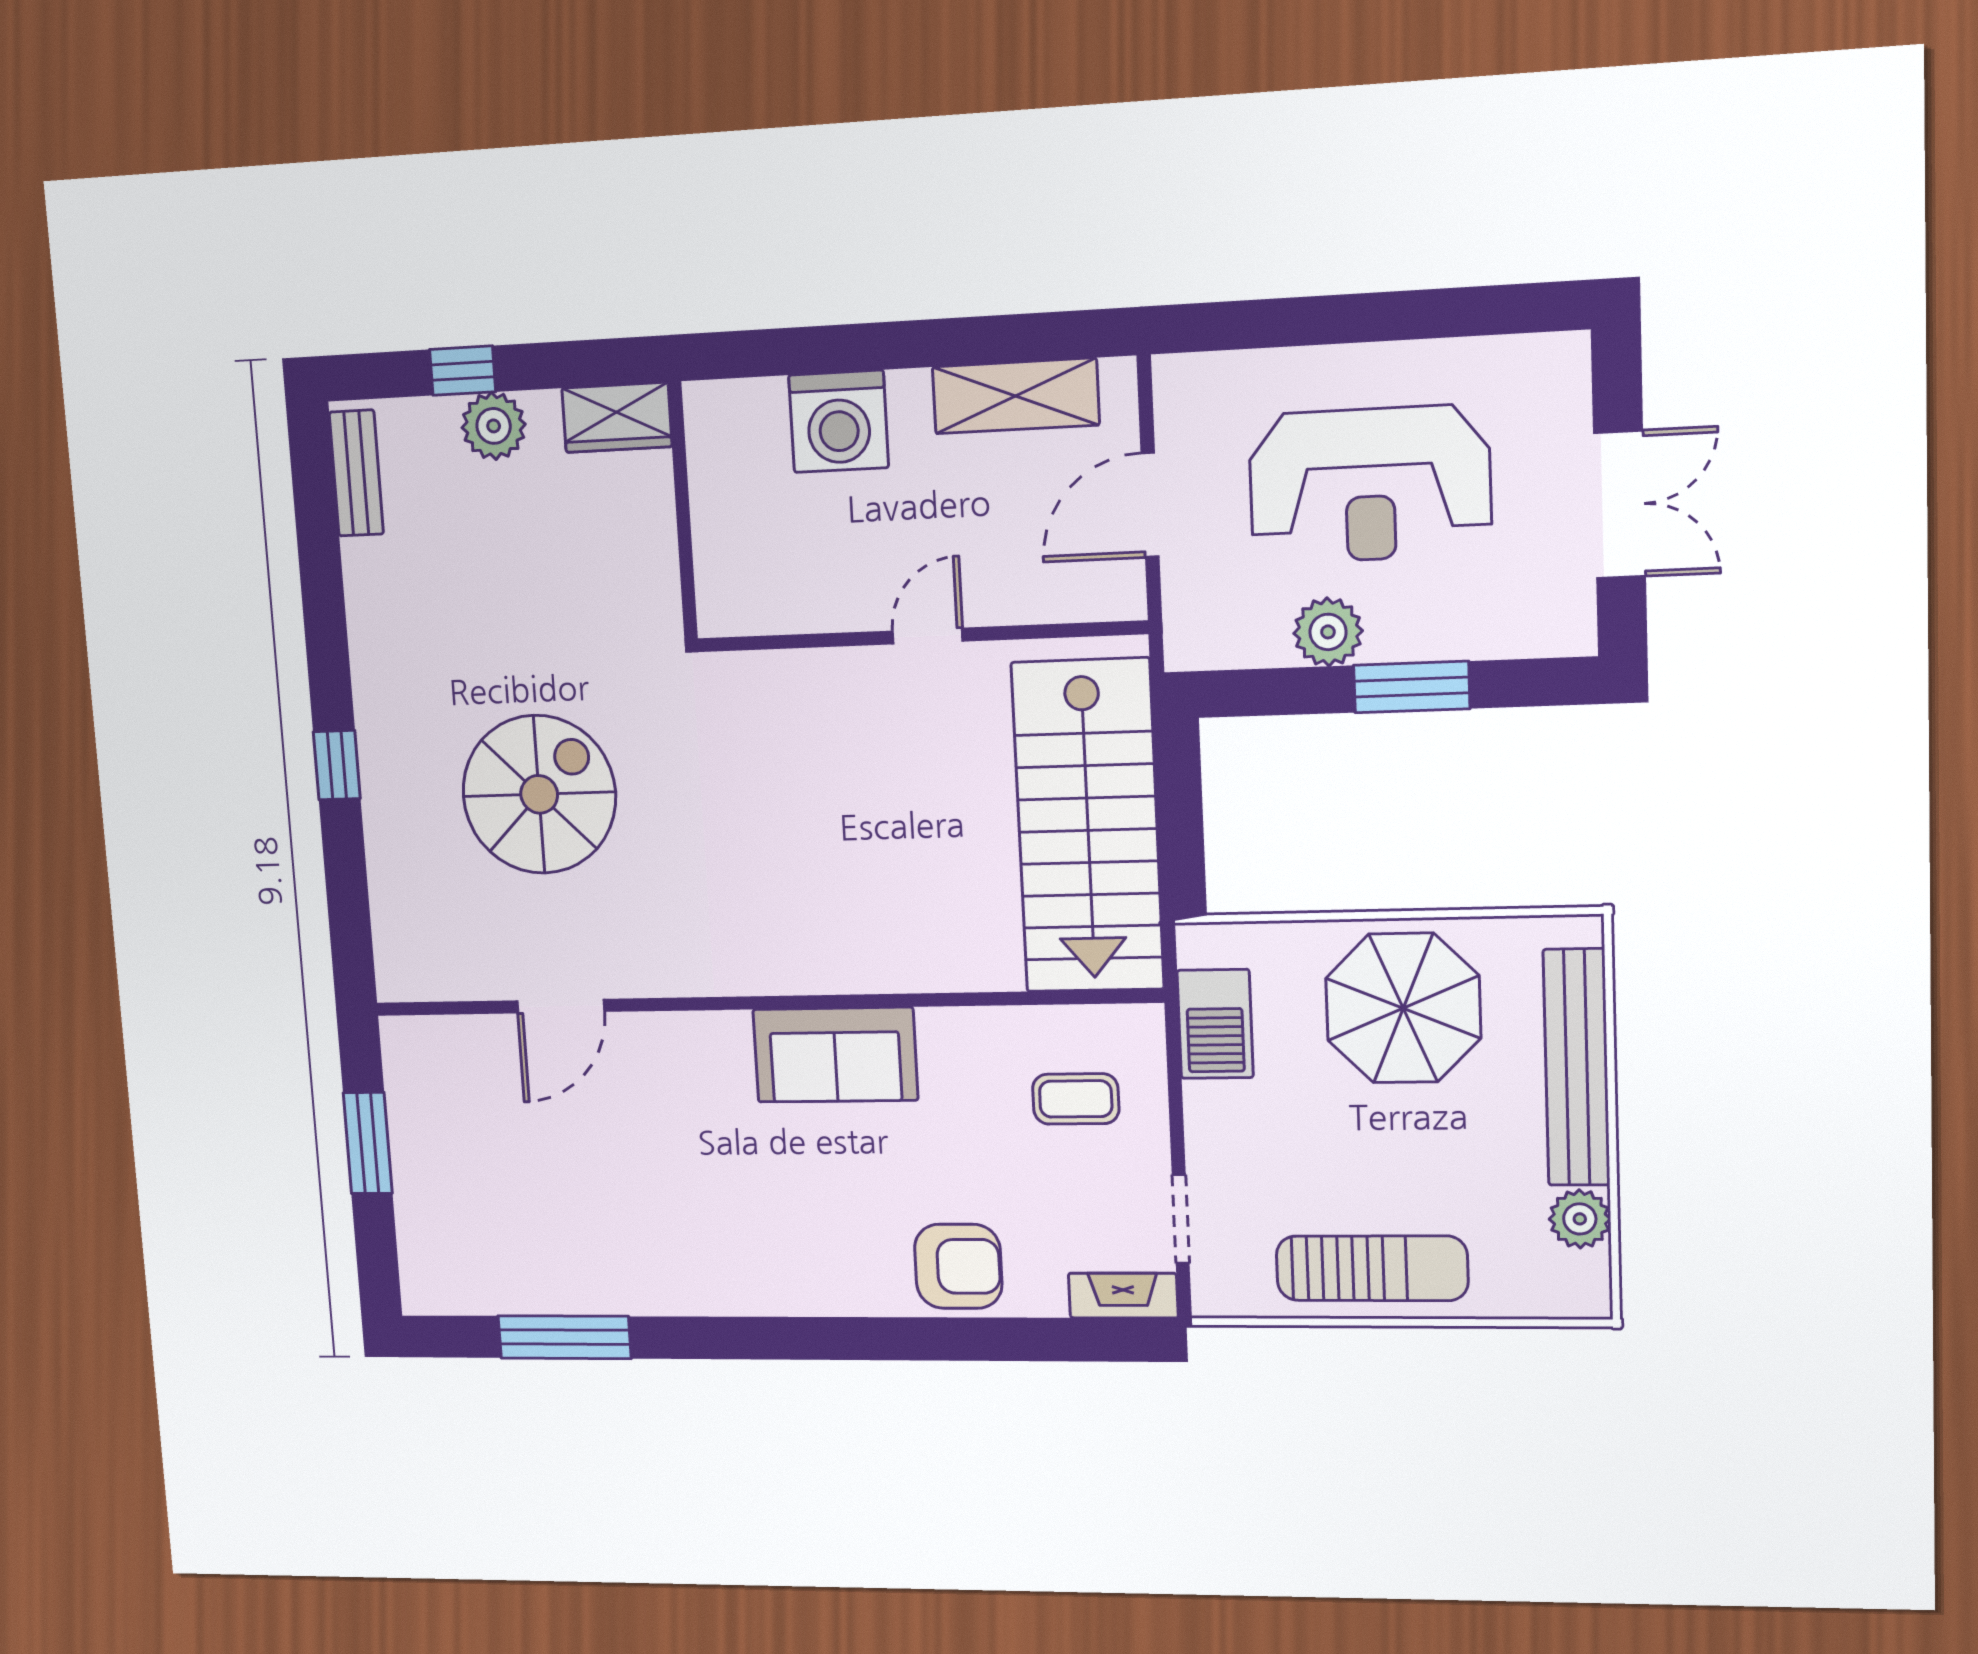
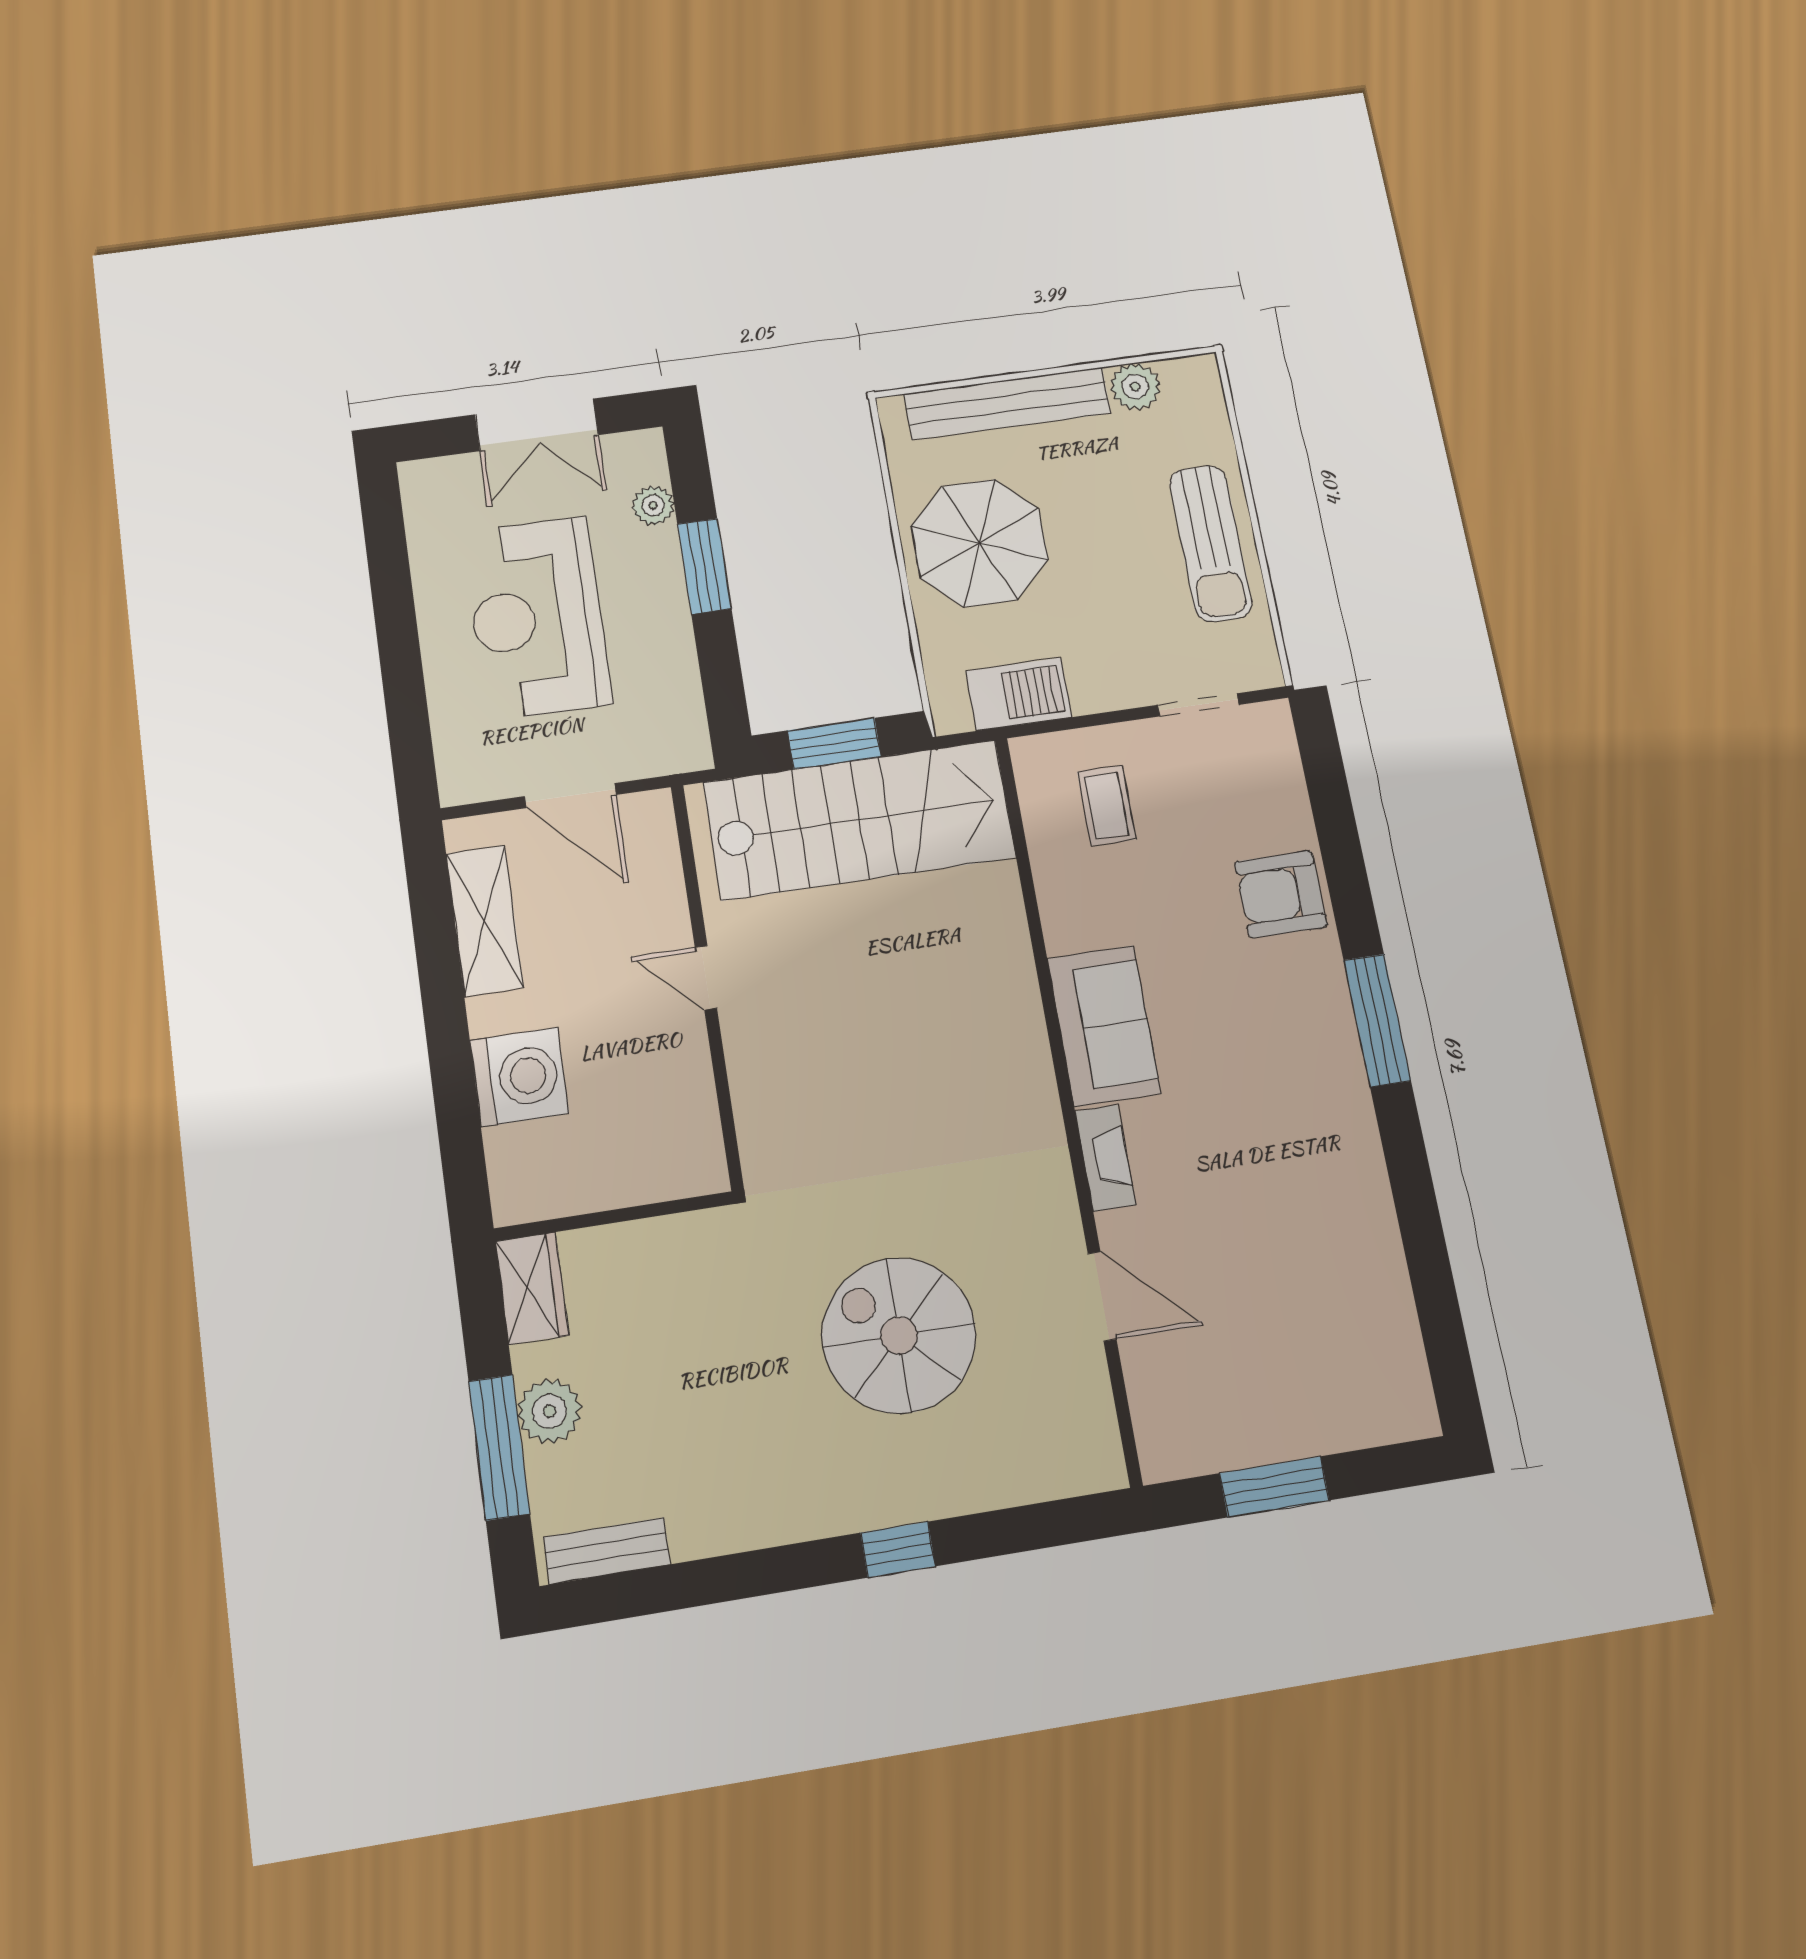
window: (463, 371) -> (499, 1447), width x2.17
reception desk: (1370, 484) -> (537, 618), turned 180
double door: (1620, 505) -> (537, 425), swing flipped
plant: (1328, 632) -> (653, 505), moved, width x0.73, depth x0.73
window: (1179, 810) -> (834, 744), added
armchair: (958, 1266) -> (1281, 894), turned -90
sun lounger: (1372, 1268) -> (1210, 543), turned 180
fireplace: (1123, 1296) -> (1105, 1158), moved, turned 180
window: (564, 1337) -> (1377, 1020), moved

